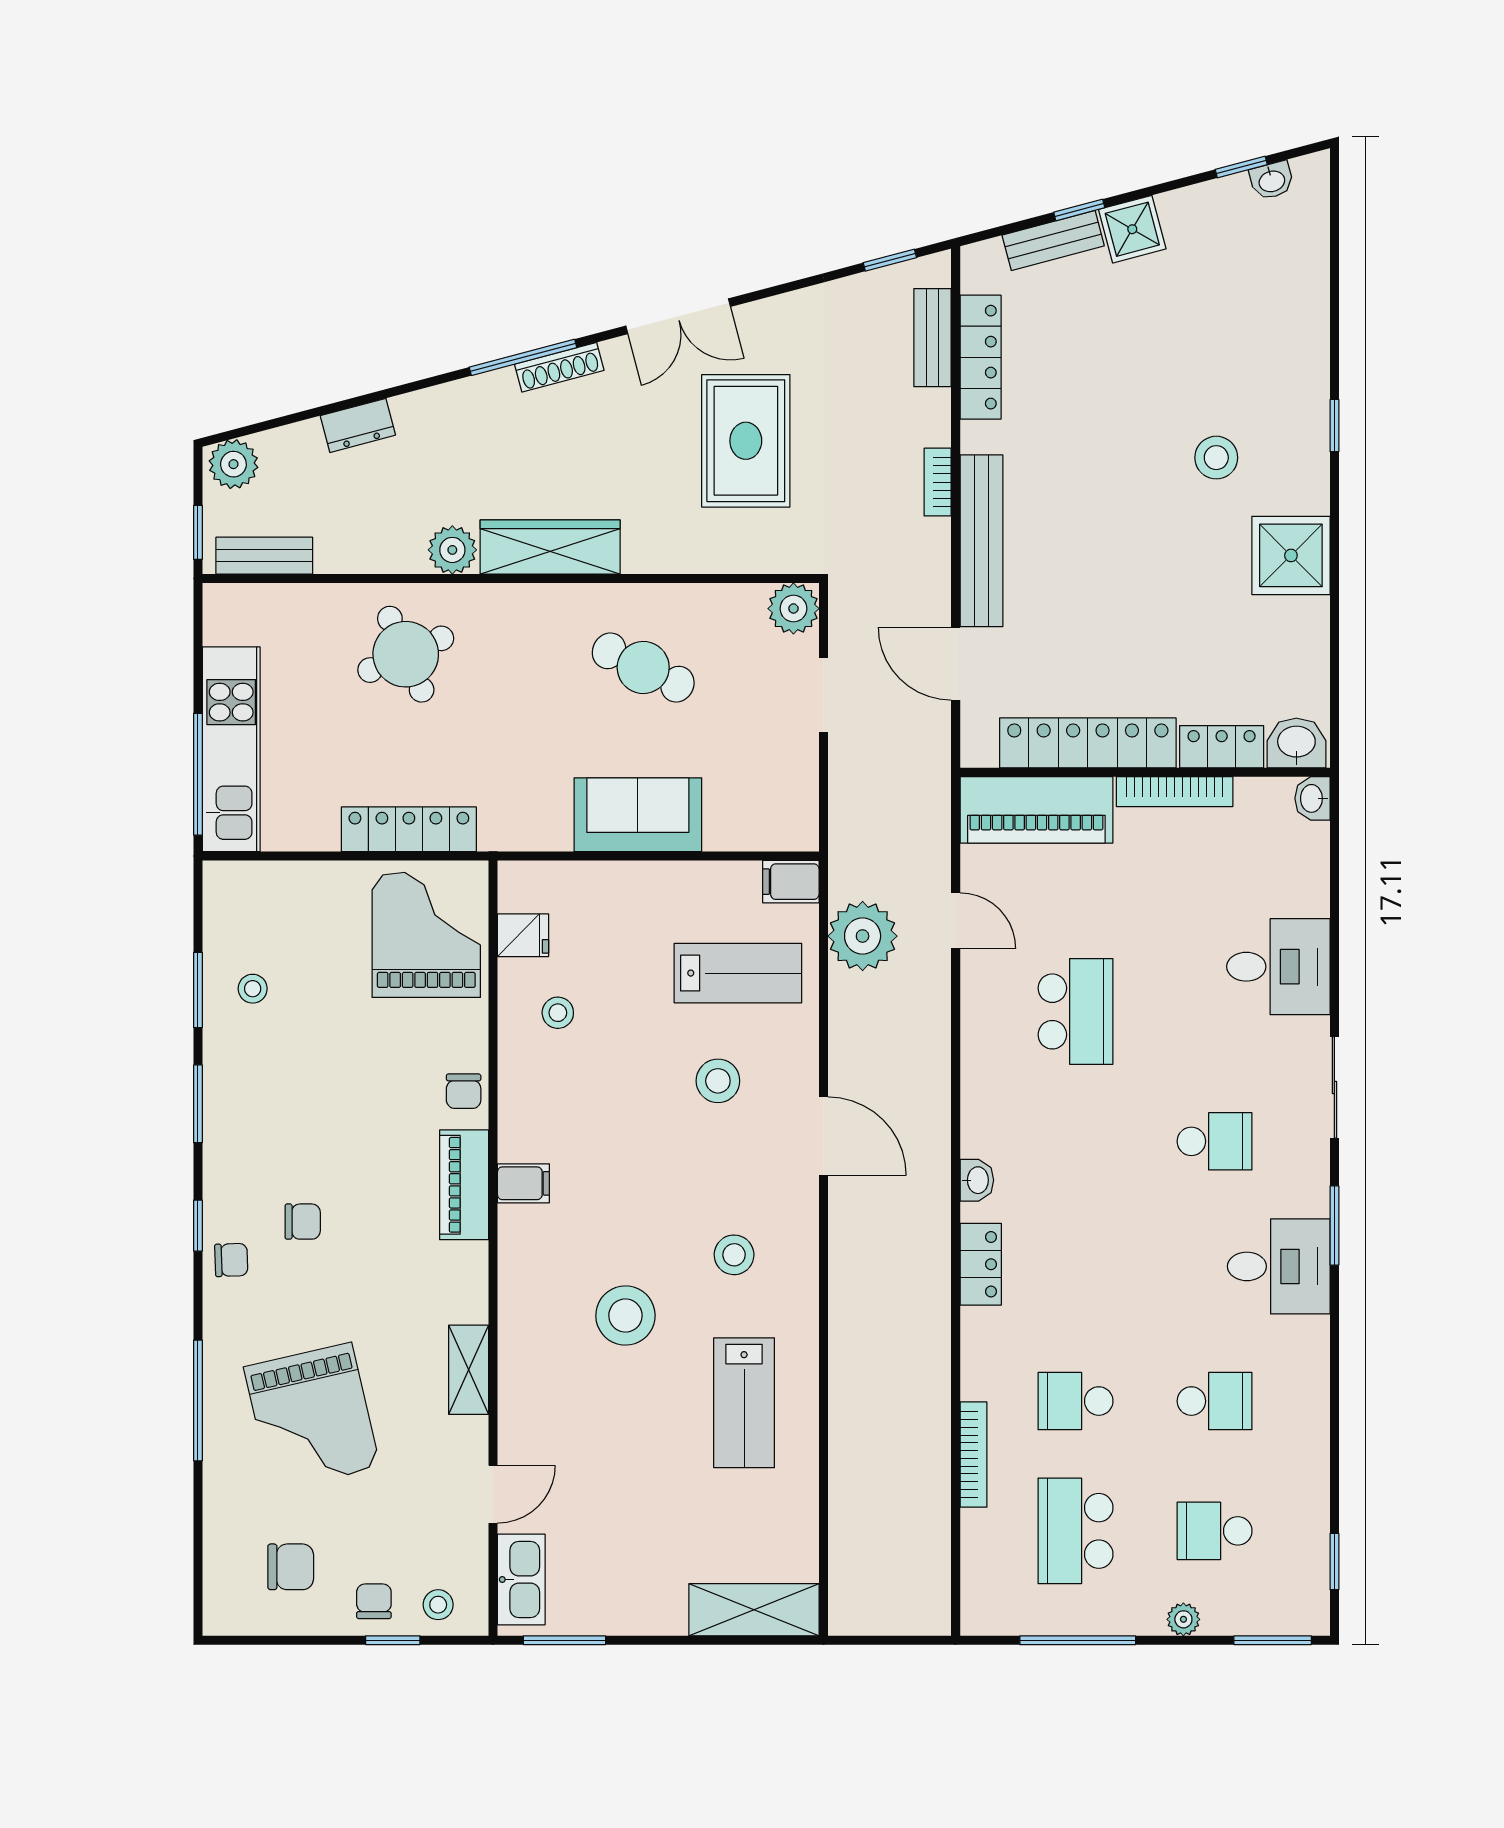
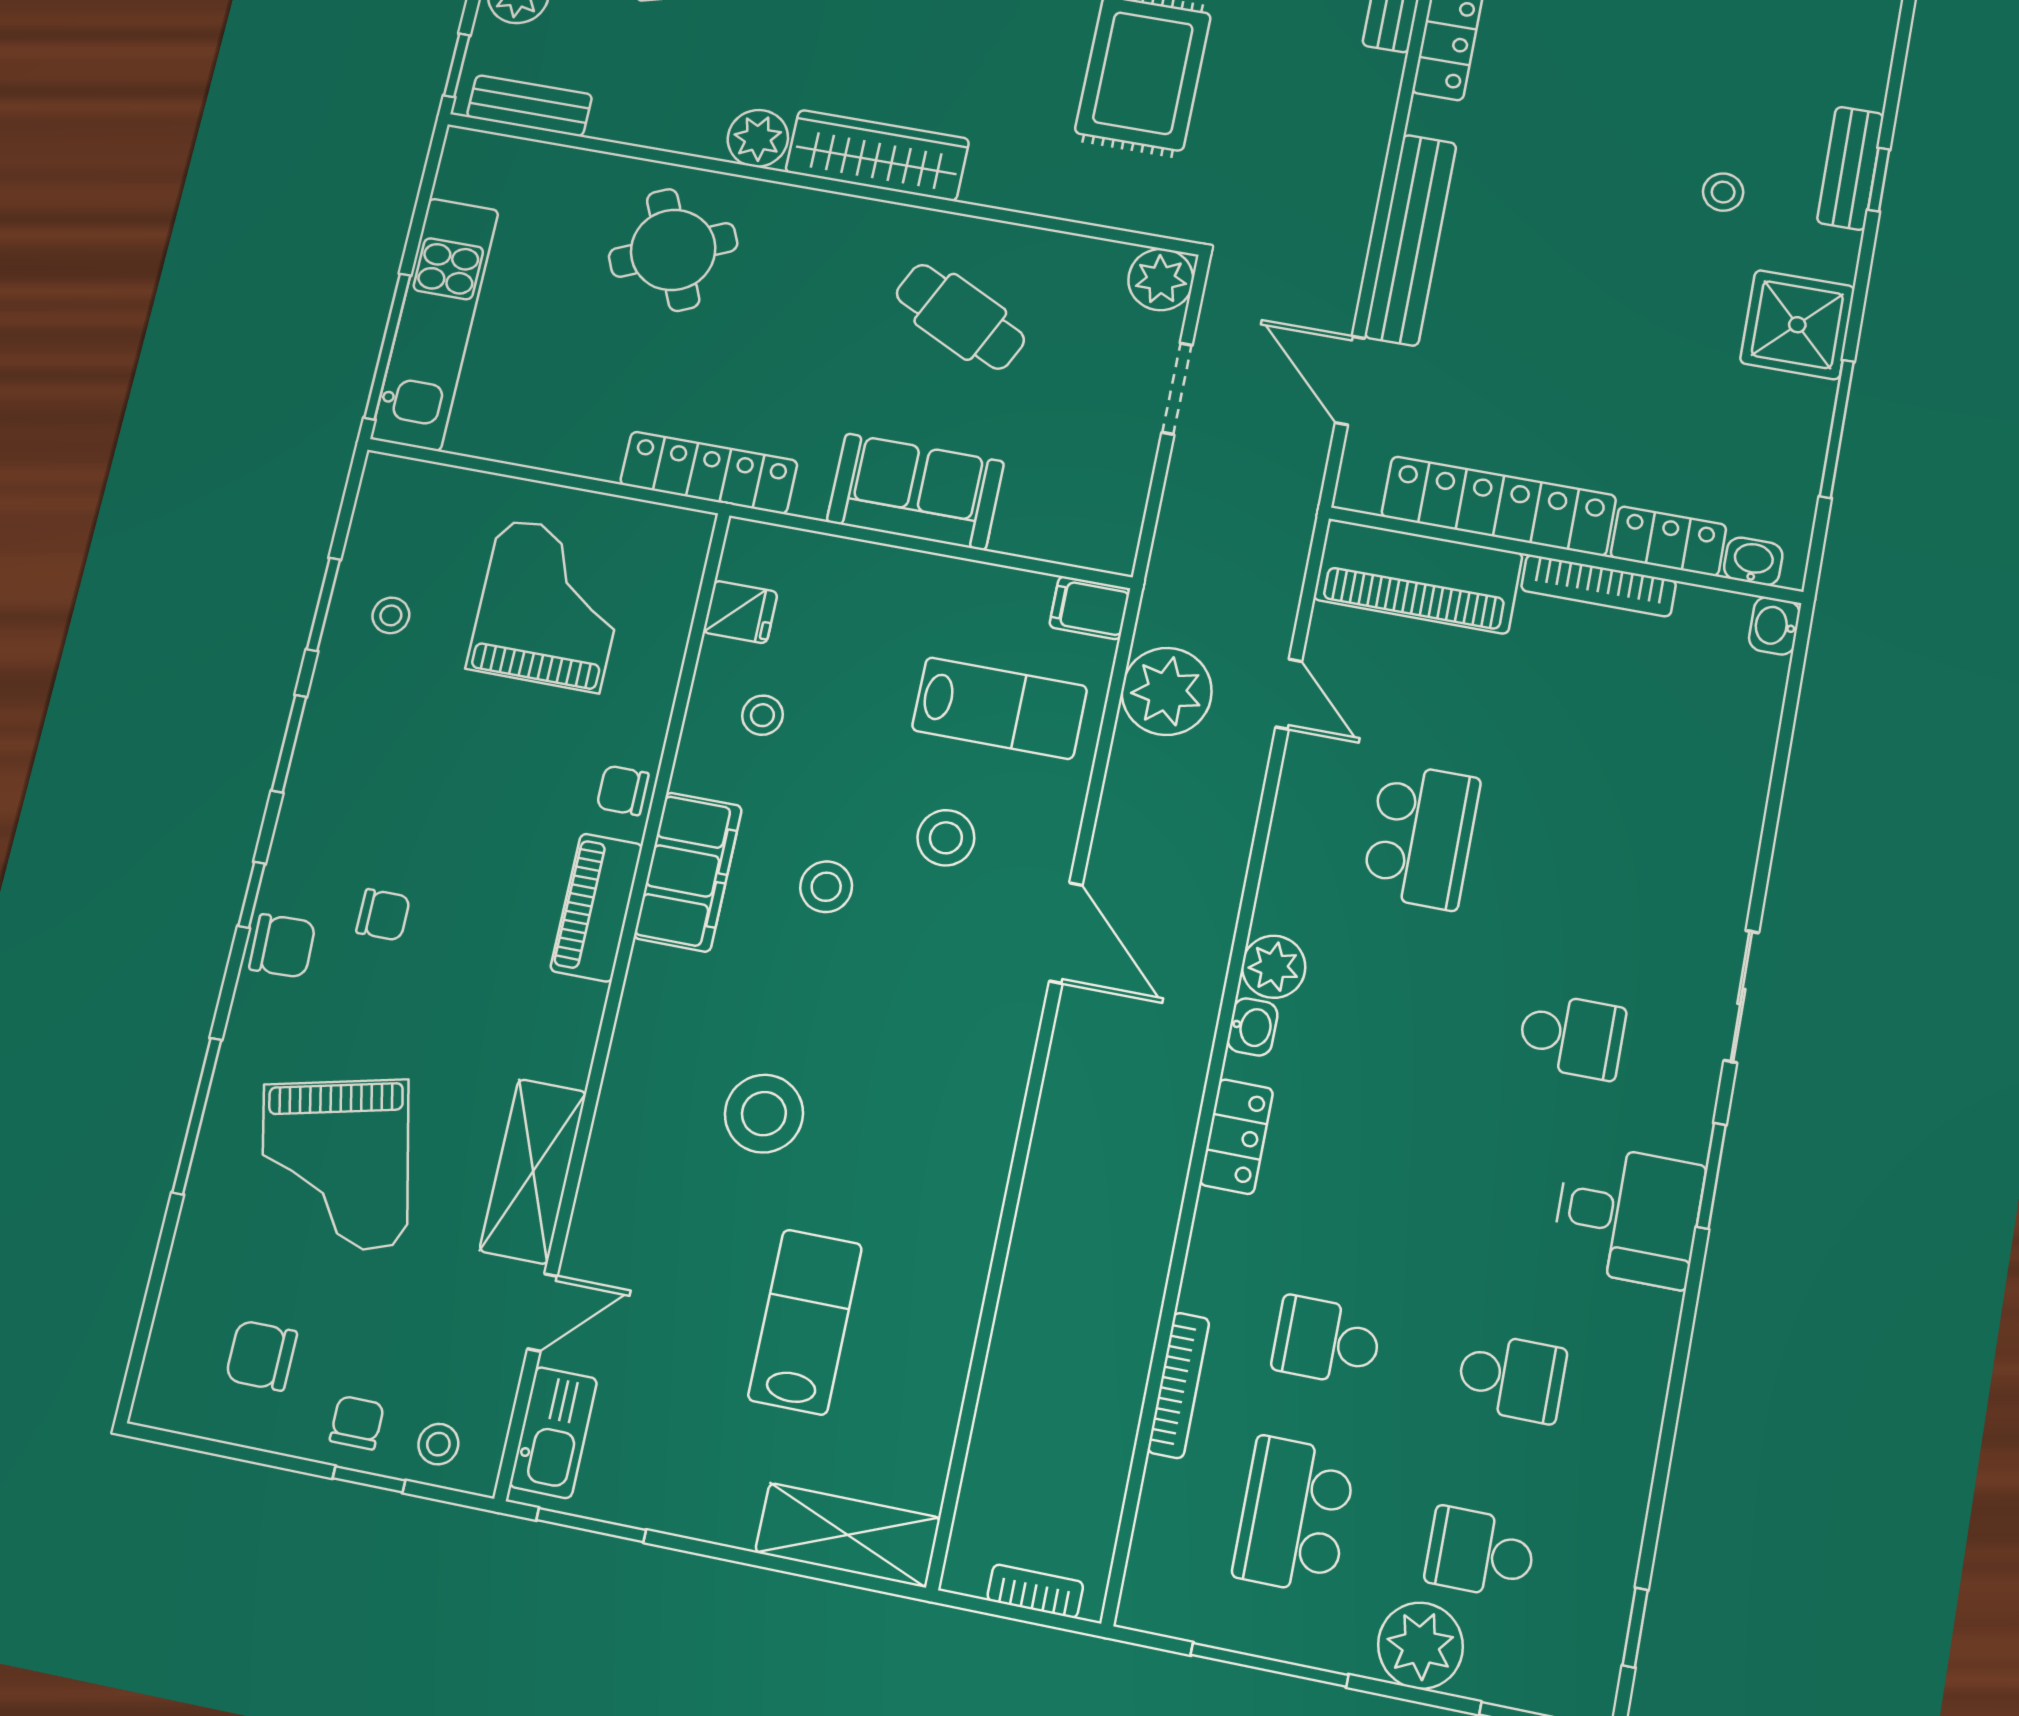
bench: (1311, 420) -> (1850, 168), added
stool: (1216, 458) -> (1723, 192), width x0.73, depth x0.73
bookcase: (938, 482) -> (1035, 1591), moved, turned 90
window: (1334, 634) -> (1837, 429), added
washbasin: (1296, 743) -> (1753, 561), width x0.72, depth x0.69
locker: (409, 829) -> (709, 473), moved
grand piano: (426, 935) -> (550, 605), moved
desk: (1278, 967) -> (1694, 828), removed
chair: (464, 1091) -> (623, 790), turned 90
plant: (984, 1132) -> (1274, 967), added
filing cabinet: (523, 1183) -> (688, 872), width x3.00, depth x1.17
stool: (734, 1255) -> (826, 887), moved
chair: (231, 1260) -> (282, 946), width x1.37, depth x1.37
shelving: (469, 1370) -> (533, 1171), width x1.50, depth x1.33
lab bench: (744, 1403) -> (805, 1322), moved, turned 180
chair: (291, 1567) -> (261, 1356), turned 180
plant: (1183, 1619) -> (1420, 1646), width x1.87, depth x1.87

